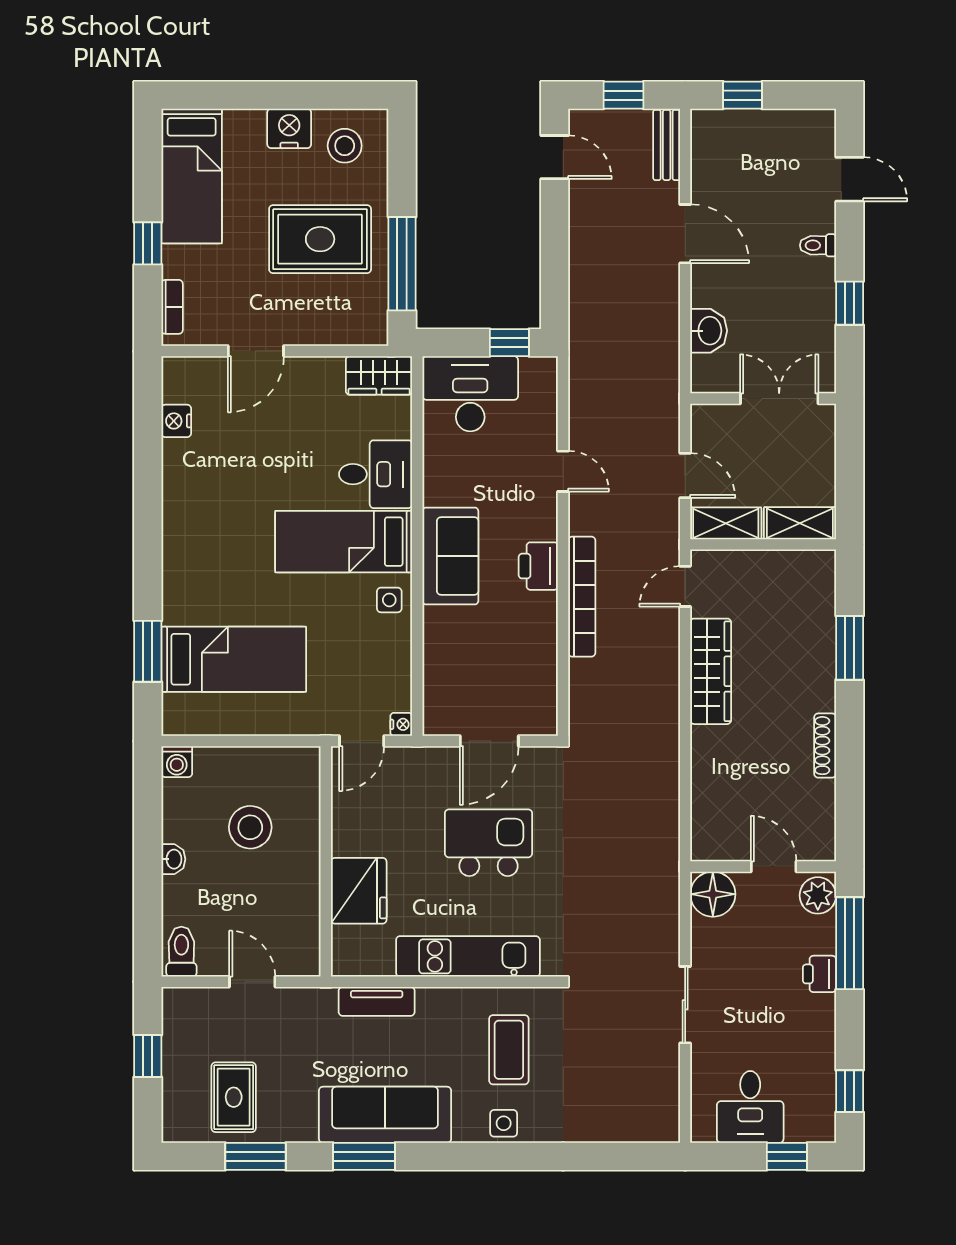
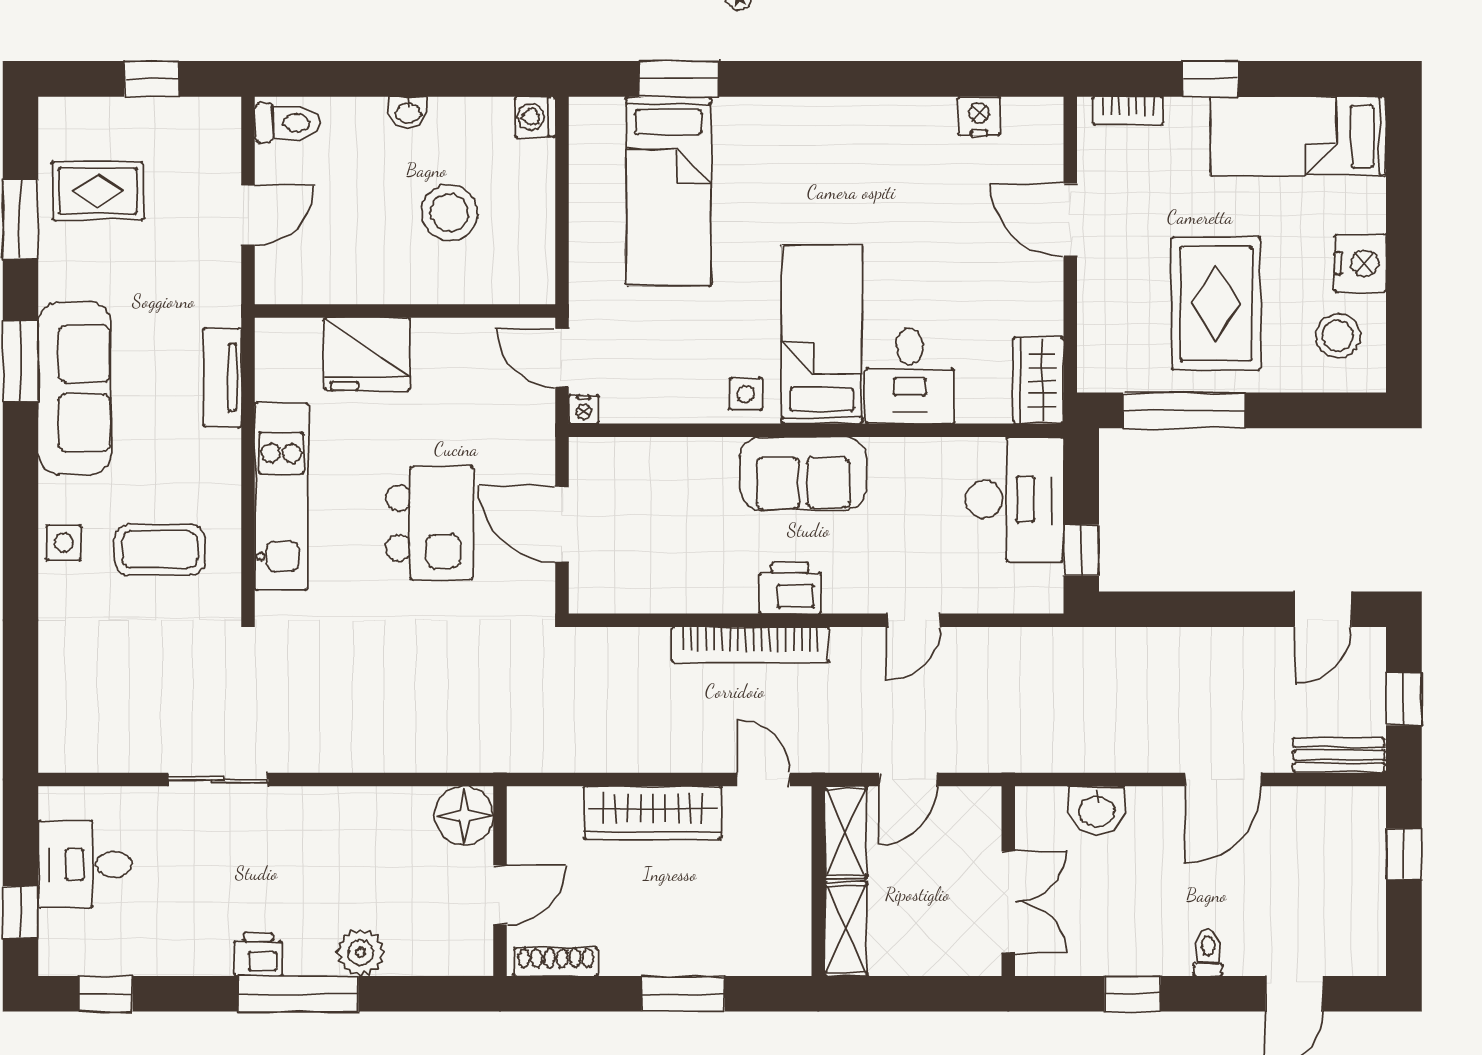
wall: (763, 866) -> (500, 881), moved
door: (774, 866) -> (500, 895), moved
floor lamp: (713, 894) -> (464, 816), moved

